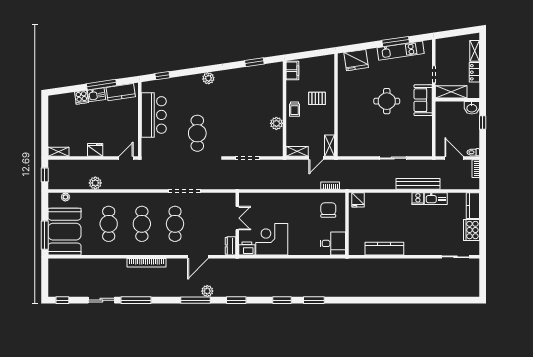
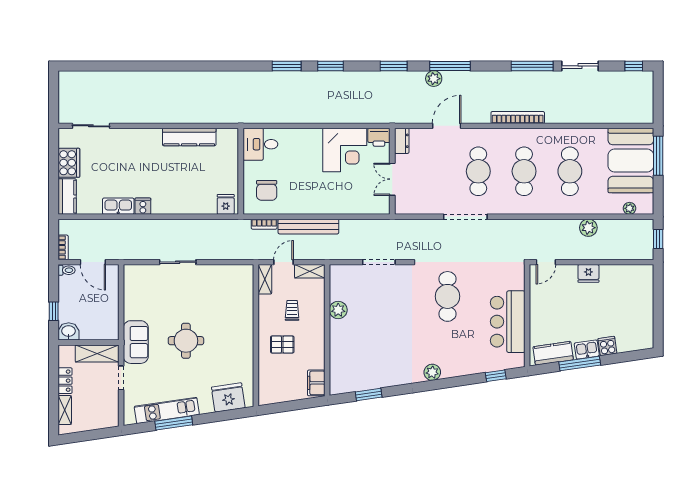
trolley: (295, 109) -> (292, 310), moved
shelving: (58, 152) -> (639, 271), removed
bench: (418, 184) -> (308, 227), moved

